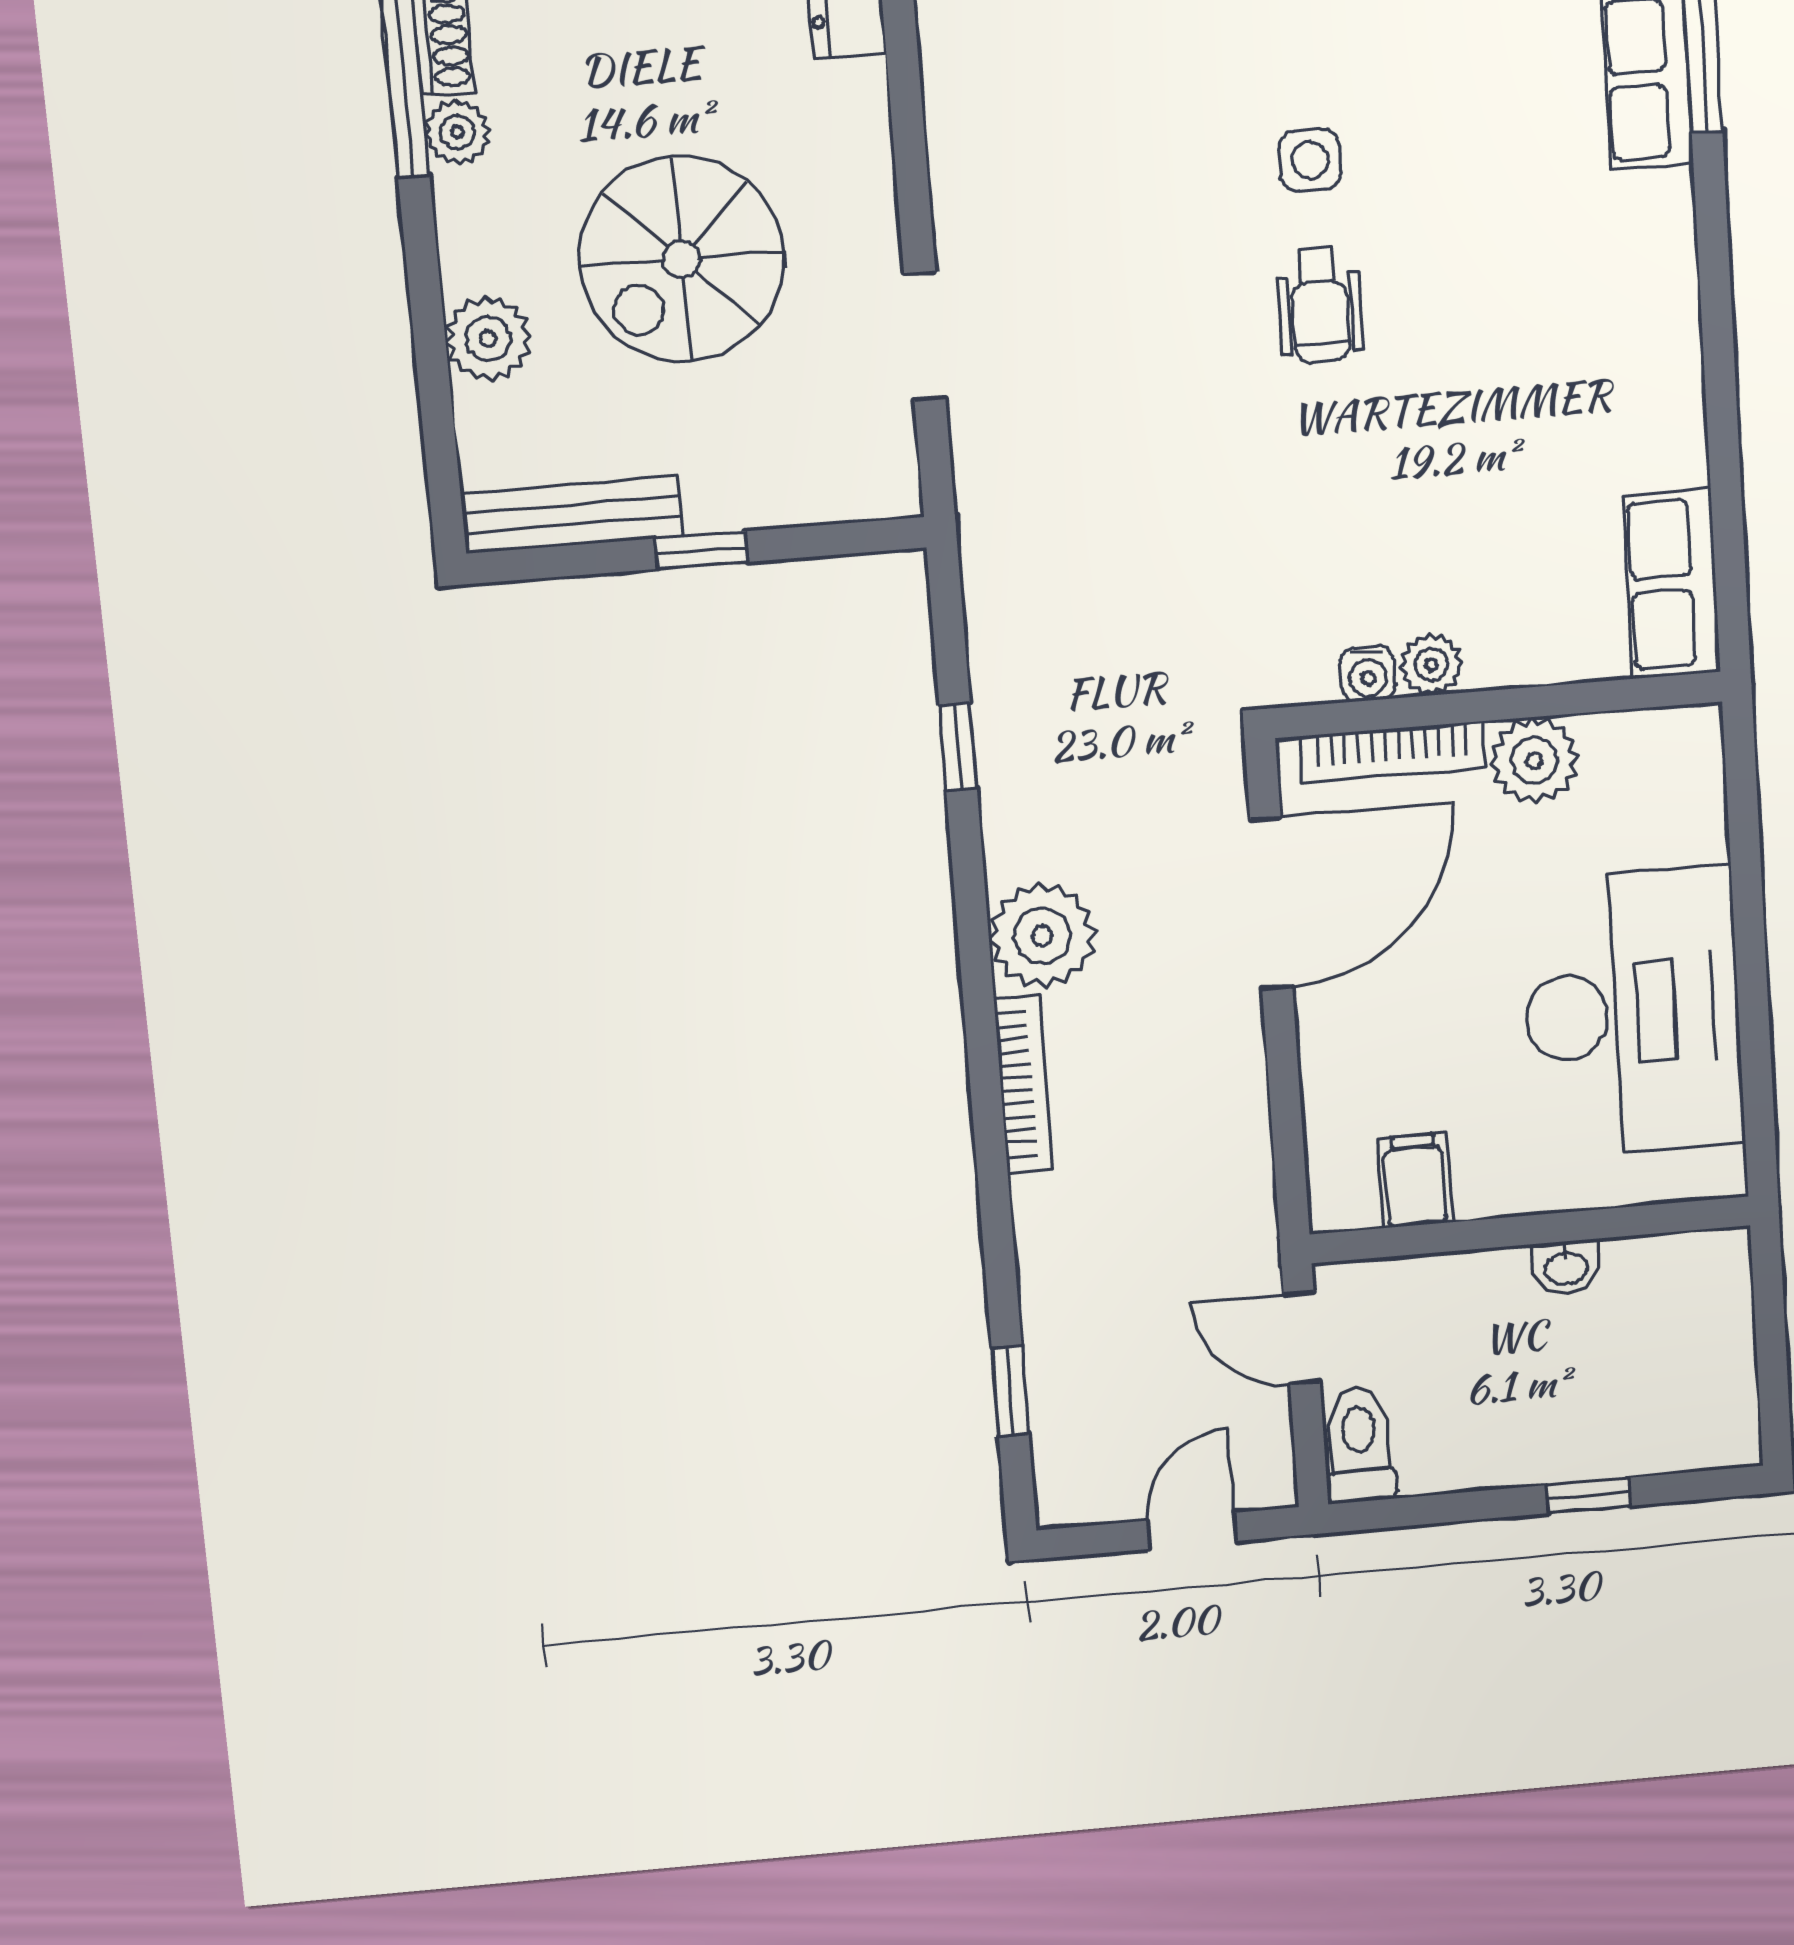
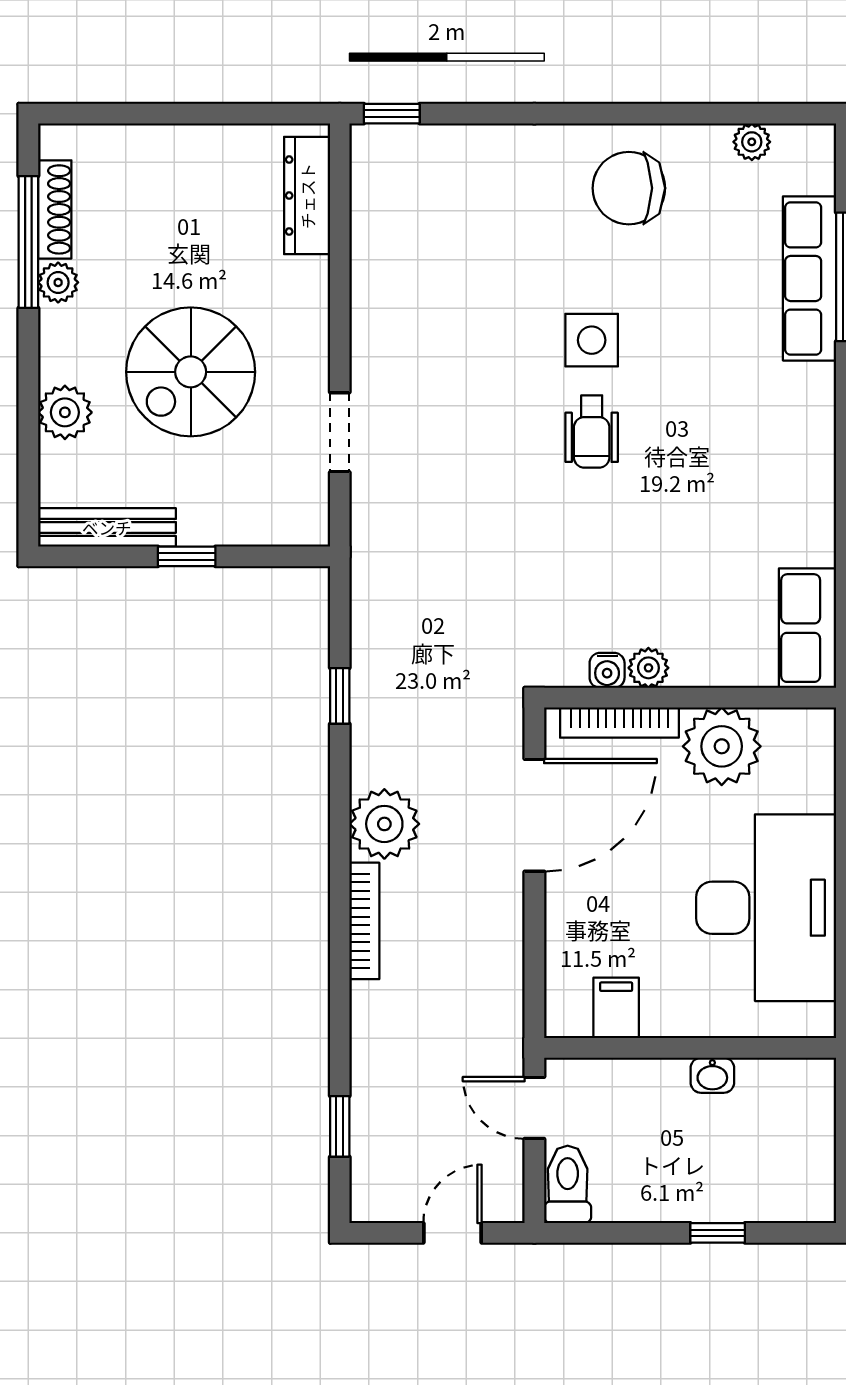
side table: (1310, 160) -> (592, 340), width x1.37, depth x1.37
plant: (1534, 761) -> (722, 746), width x1.36, depth x1.36

